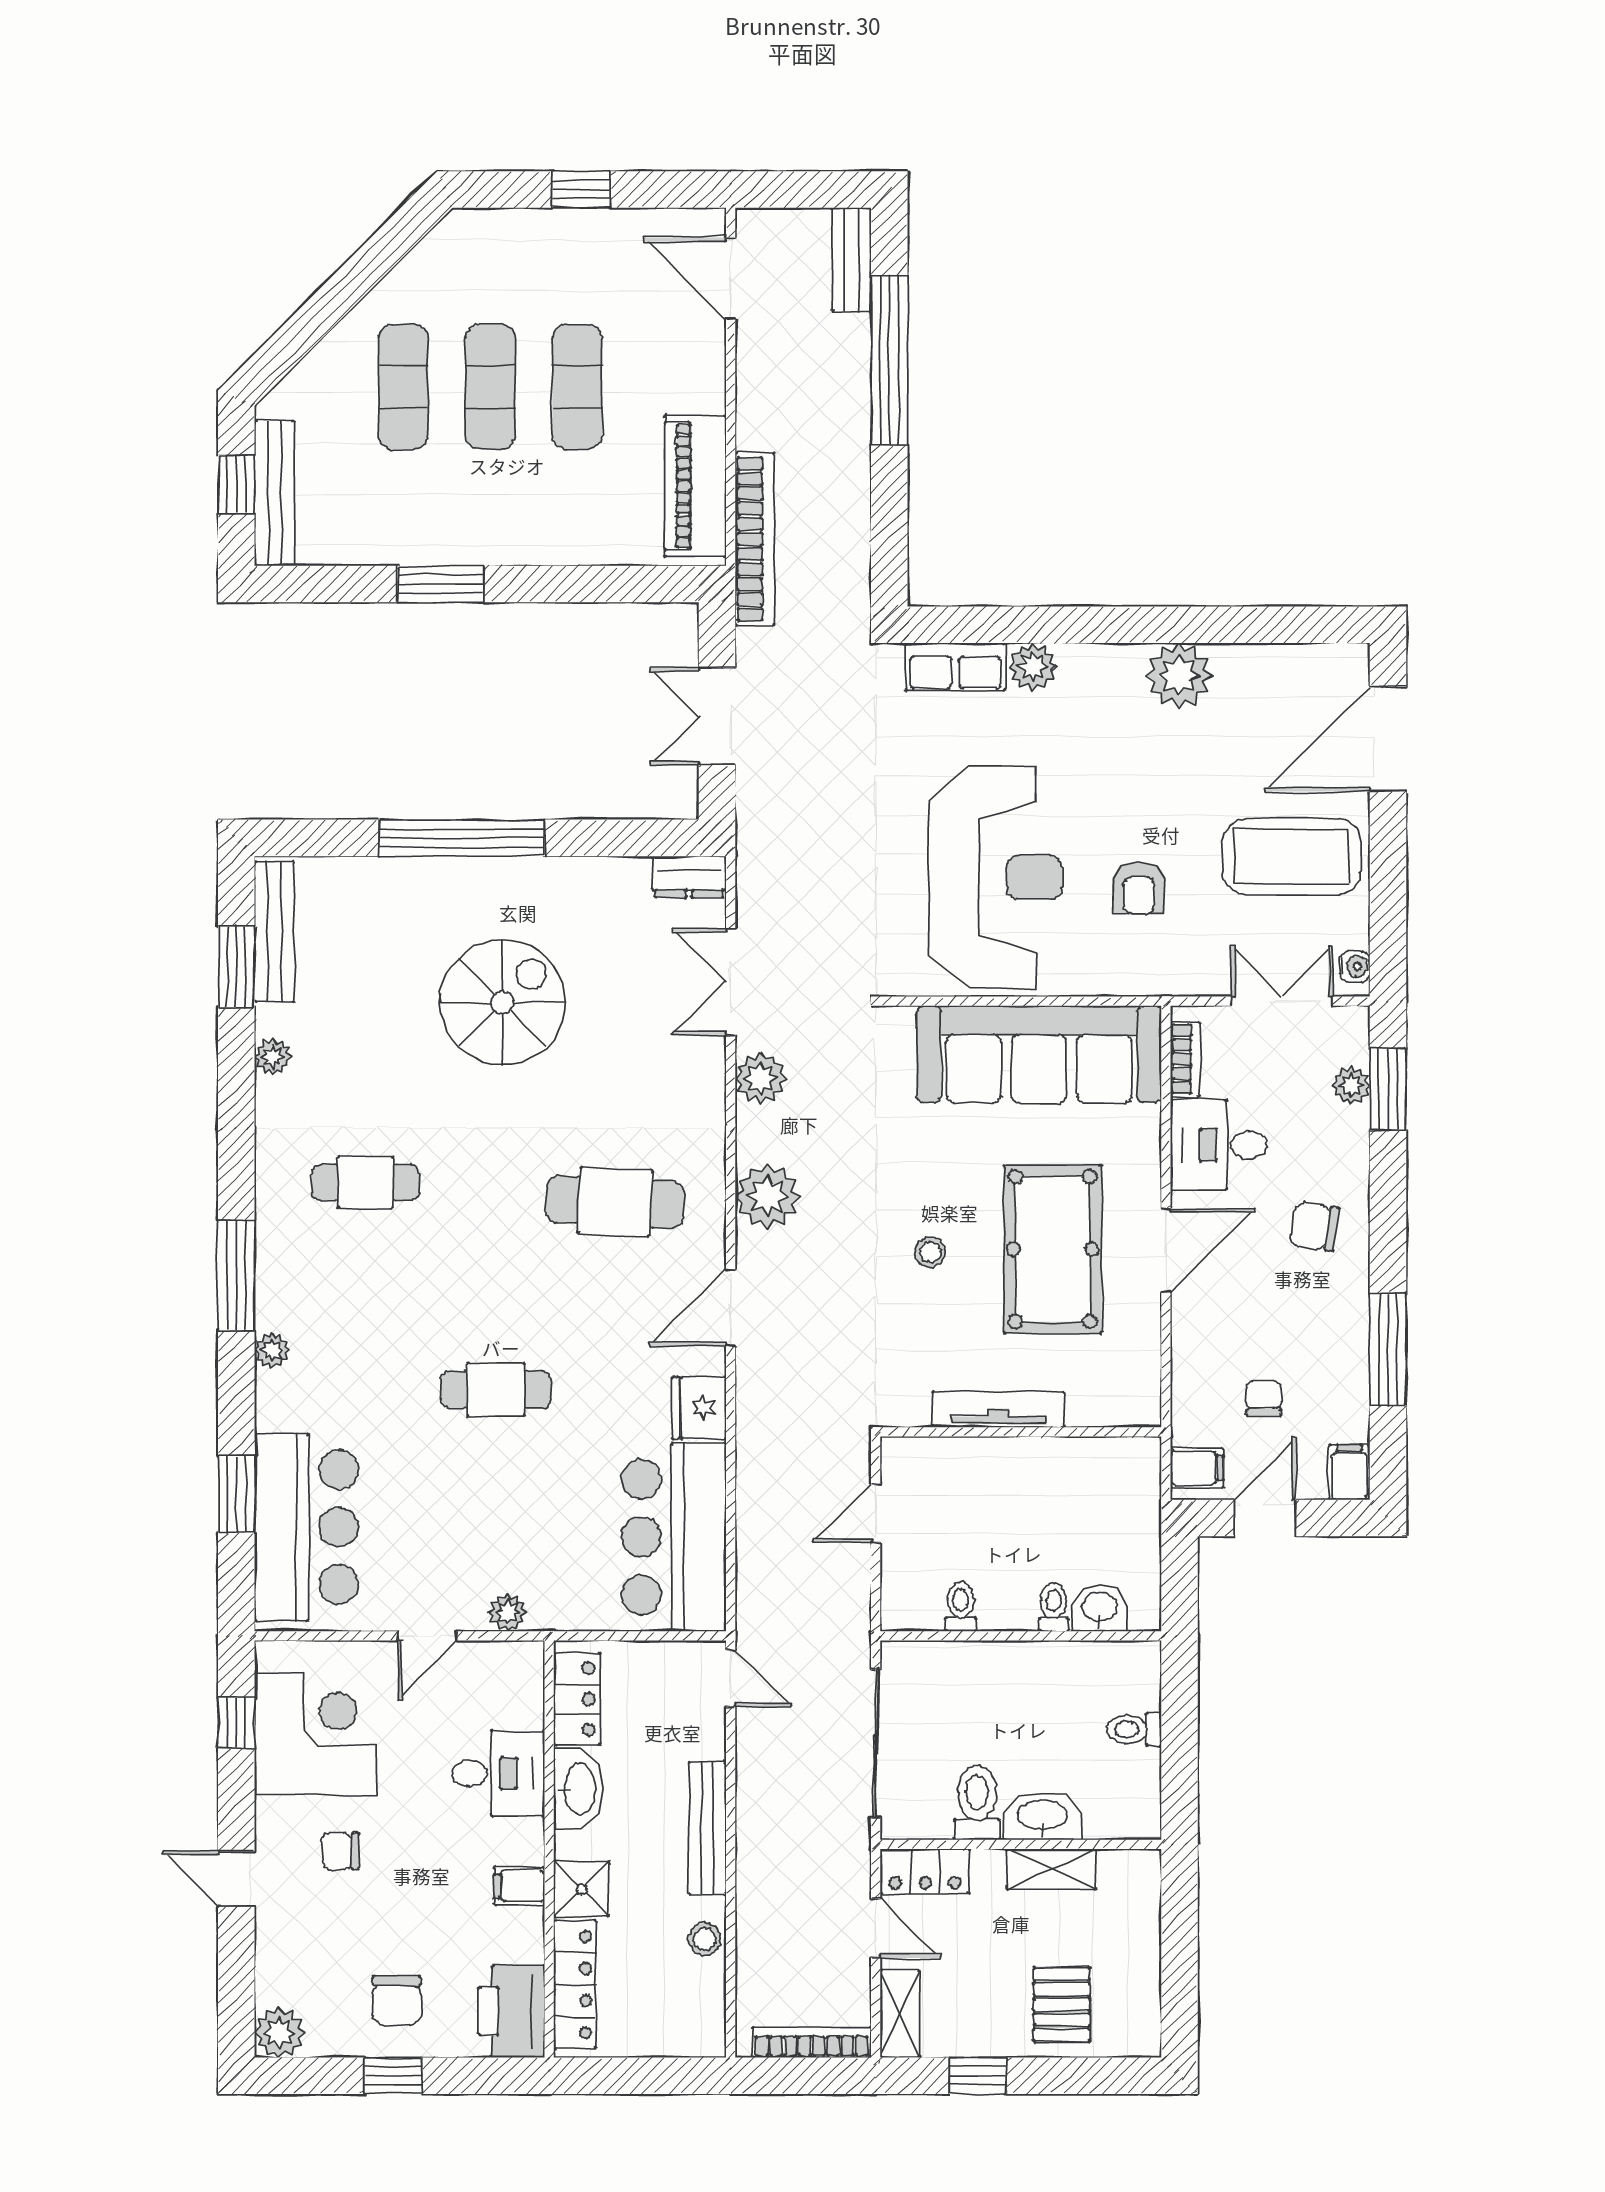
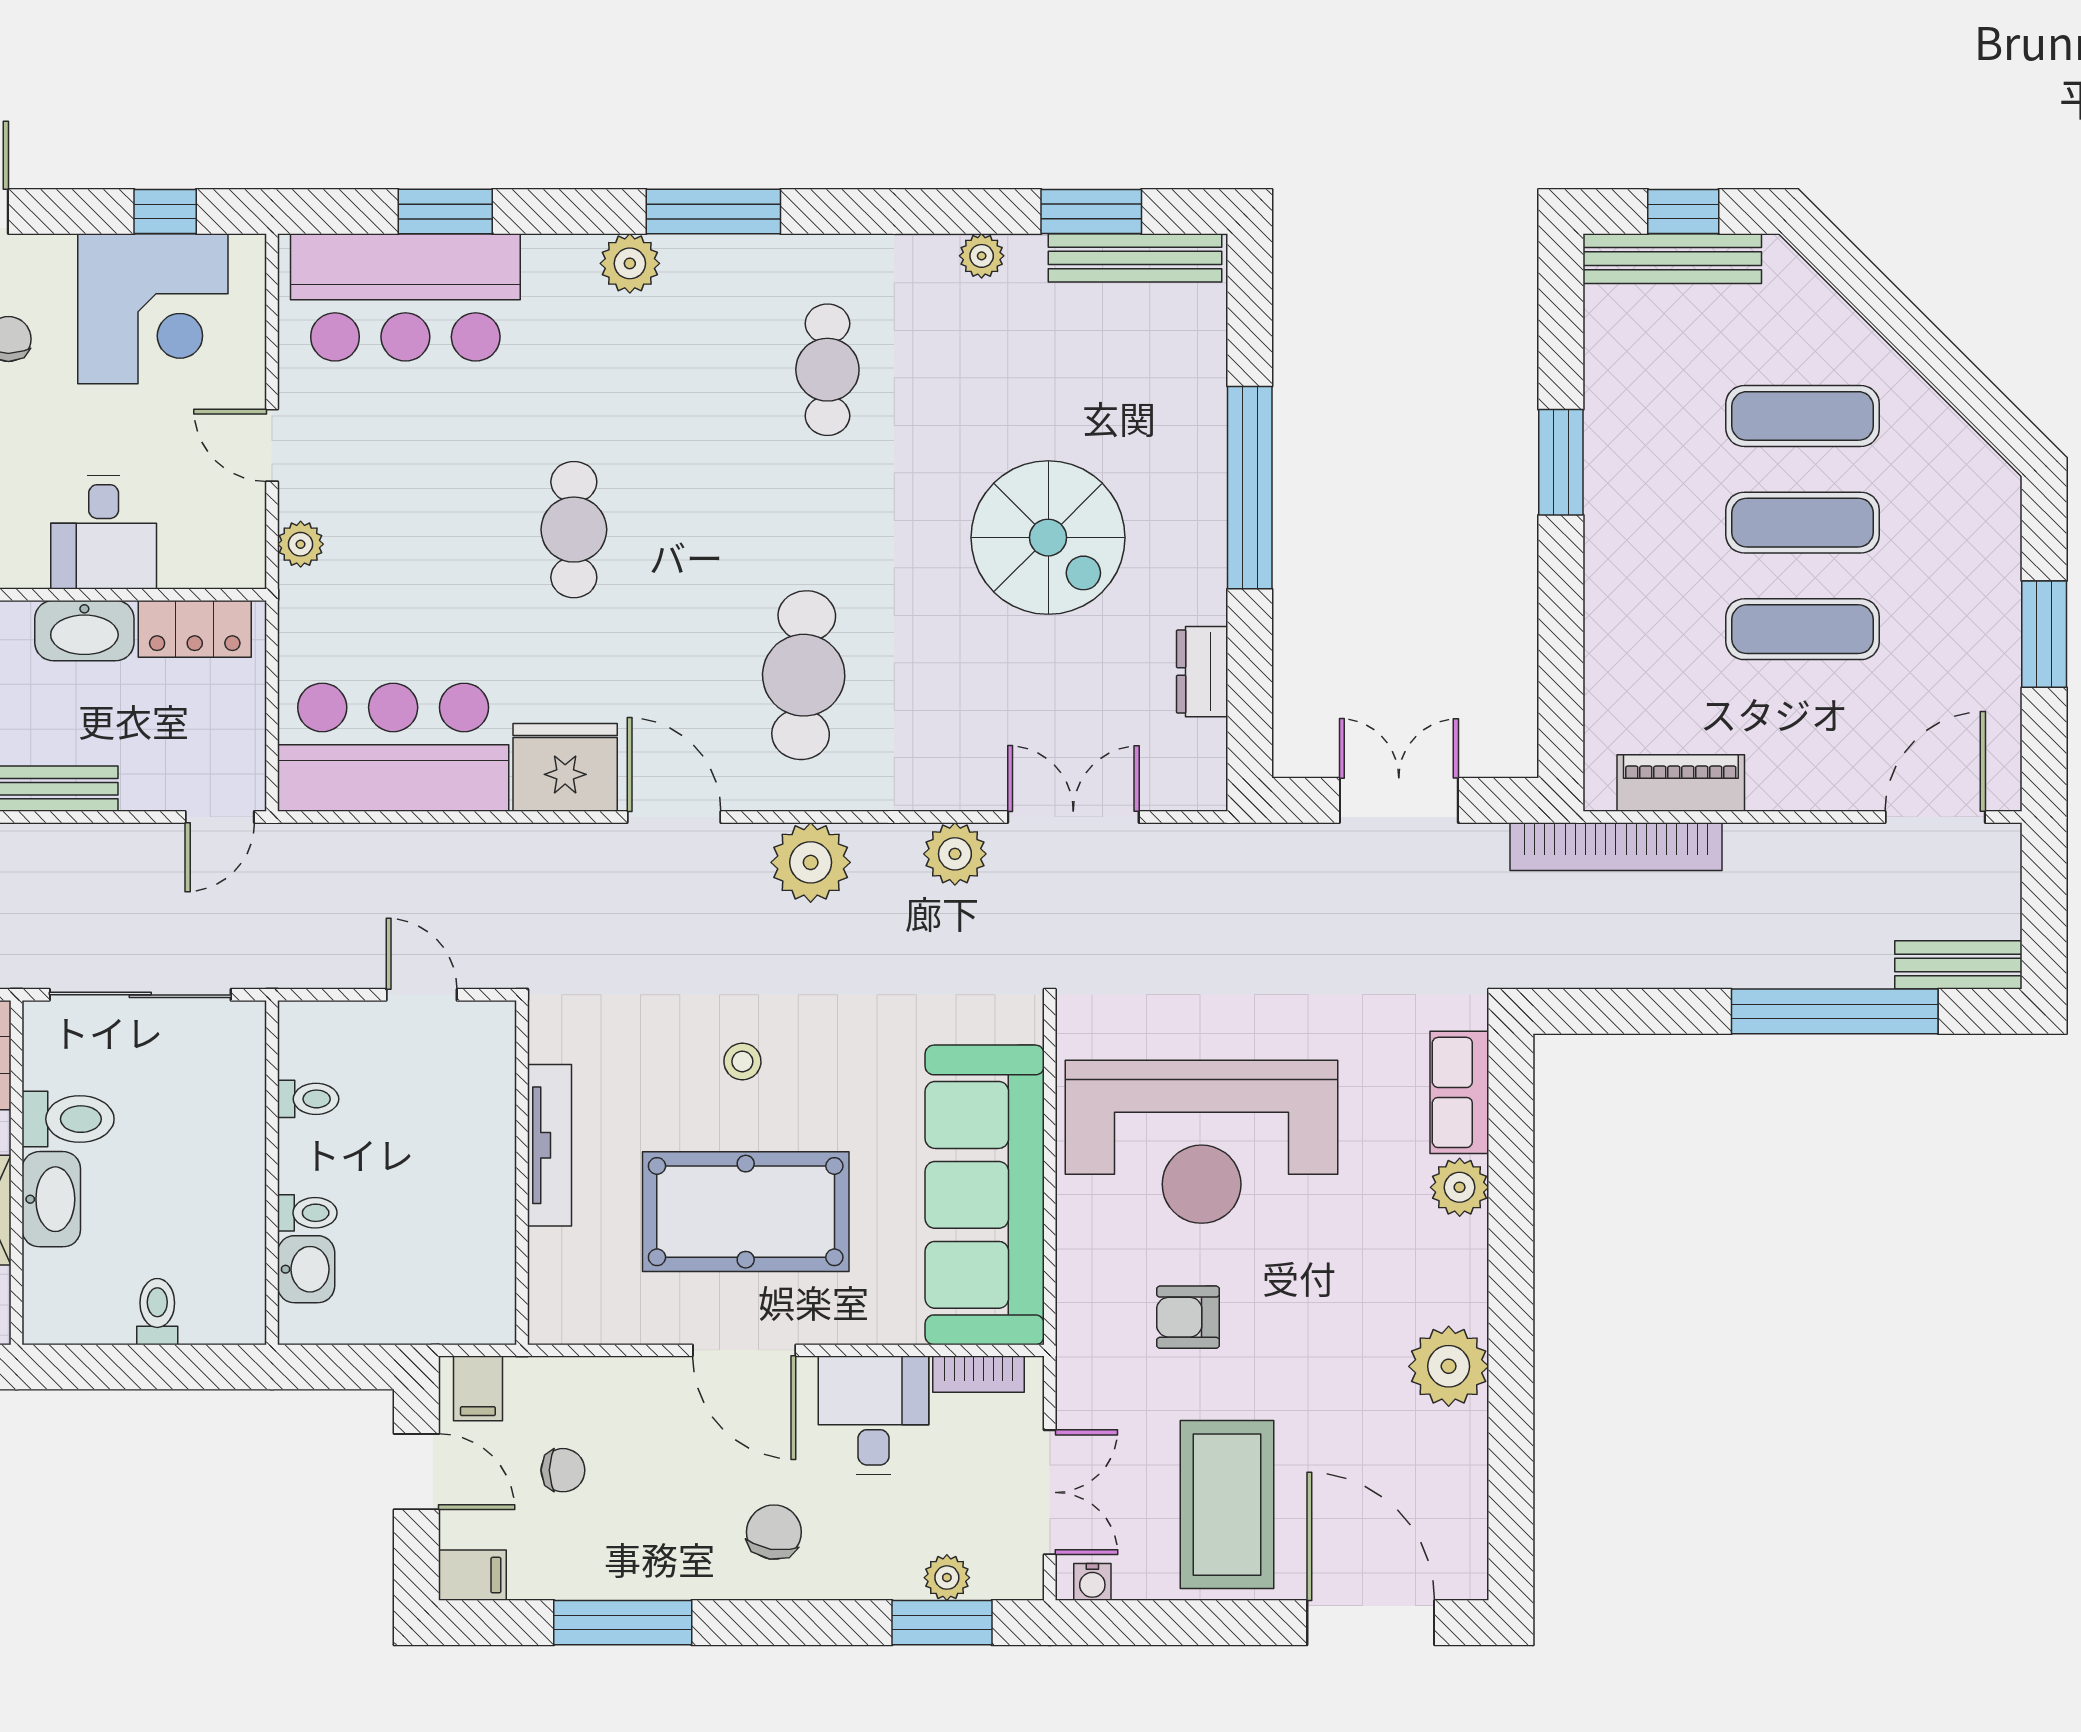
window: (581, 190) -> (2044, 634), width x1.50
piano: (695, 486) -> (1681, 783), width x0.73, depth x0.75
dresser: (689, 877) -> (1202, 672), moved
plant: (272, 1350) -> (630, 263), width x1.38, depth x1.38
fridge: (699, 1408) -> (565, 767), width x1.36, depth x1.34

